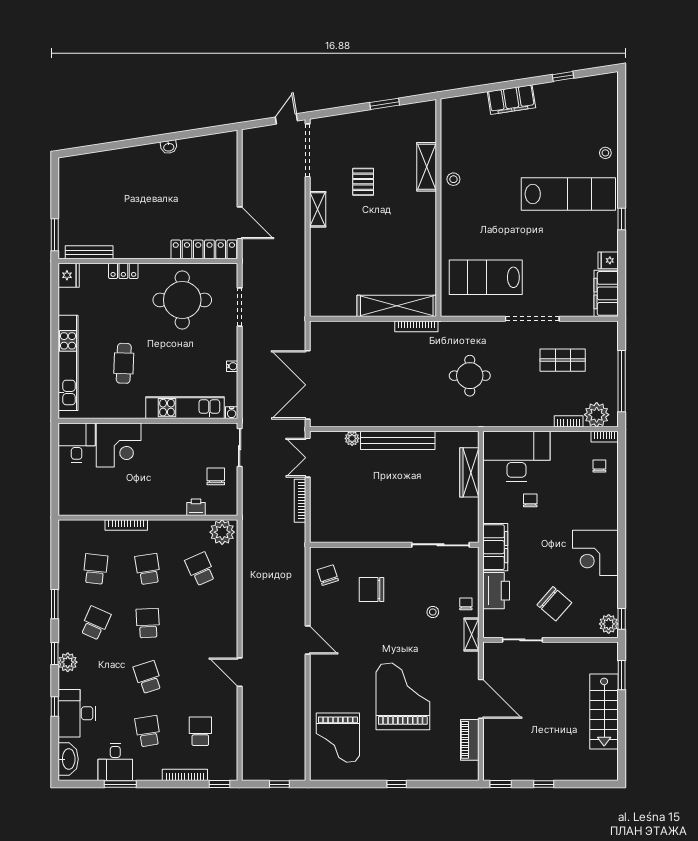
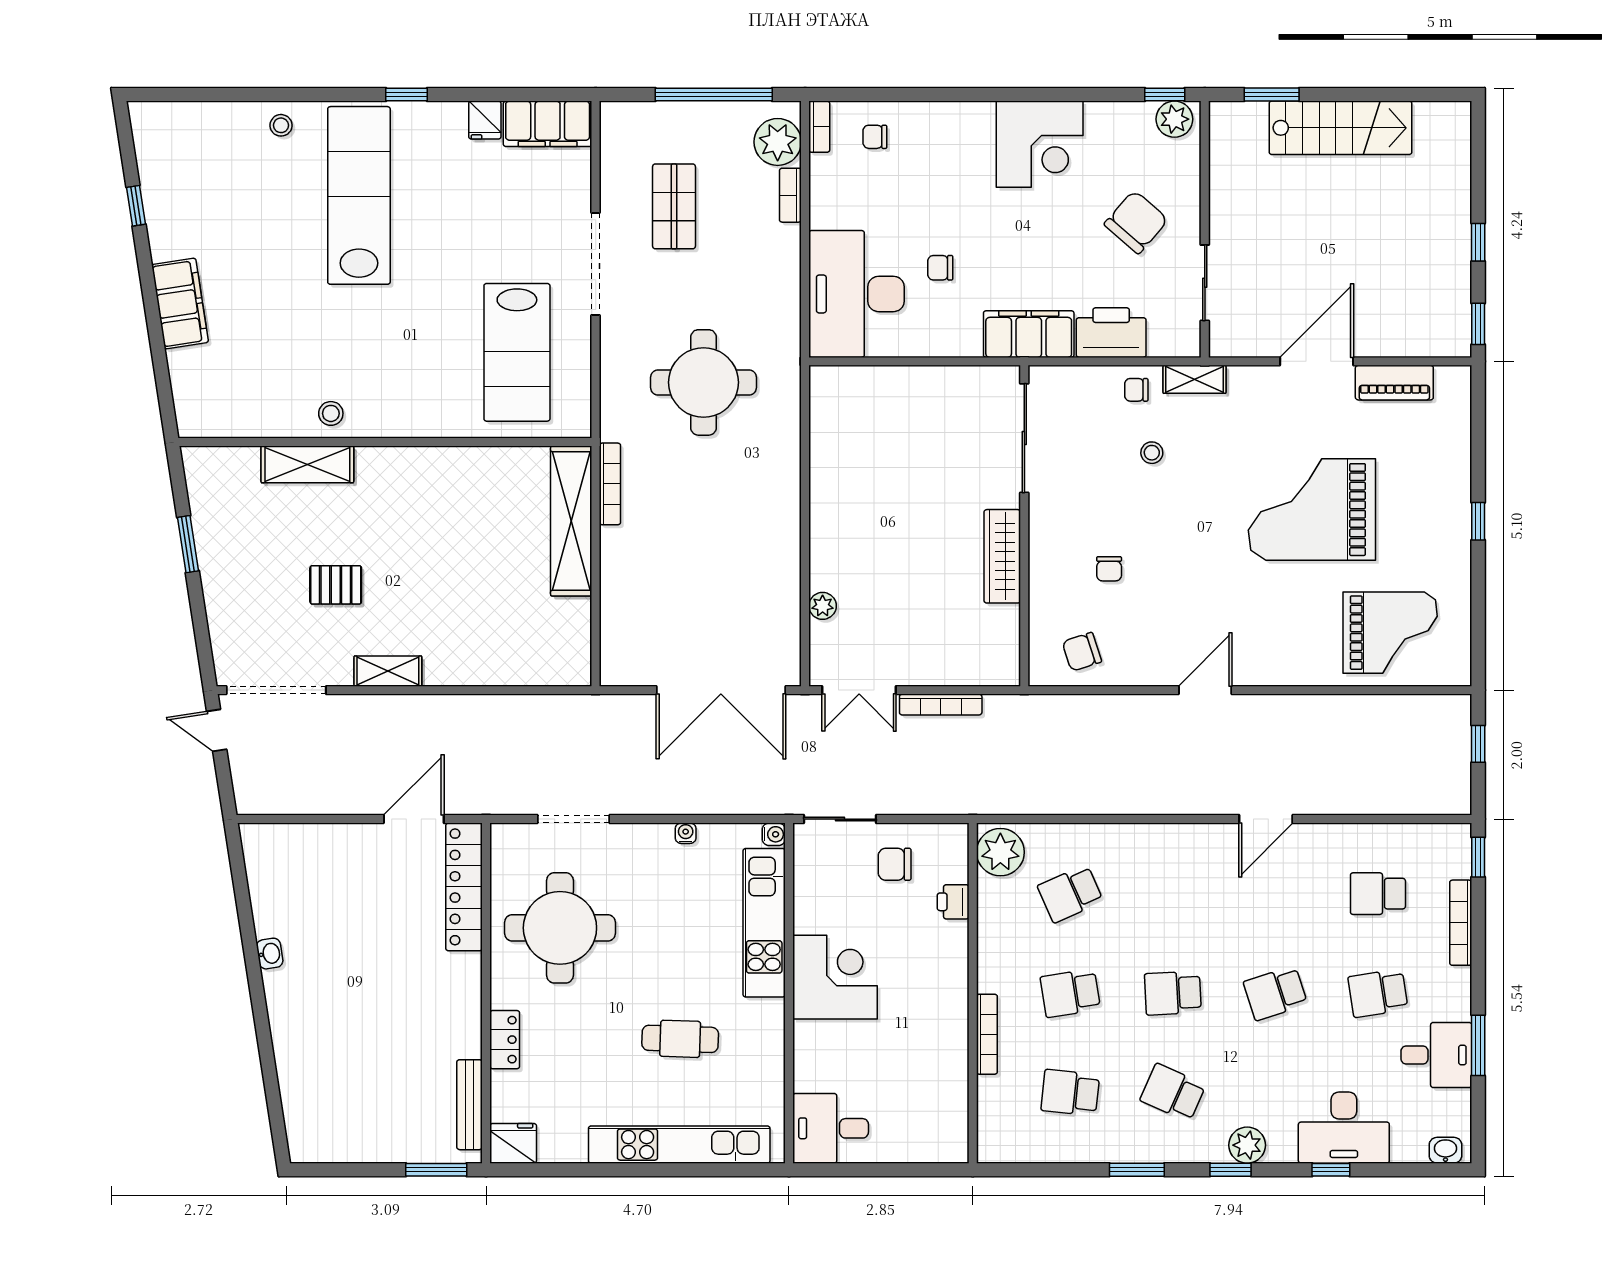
round table: (470, 376) -> (704, 382), width x1.36, depth x1.36
bench: (398, 440) -> (826, 519), removed
corner desk: (119, 445) -> (835, 977), moved
wardrobe: (469, 472) -> (1002, 556), moved, turned 90
chair: (372, 589) -> (1109, 569), width x0.54, depth x0.54
washbasin: (68, 759) -> (1445, 1150), width x0.52, depth x0.69

